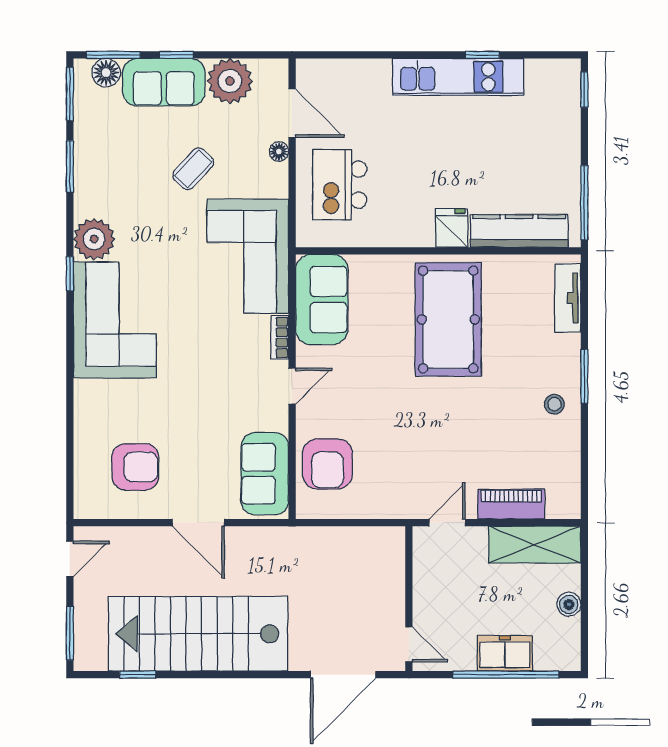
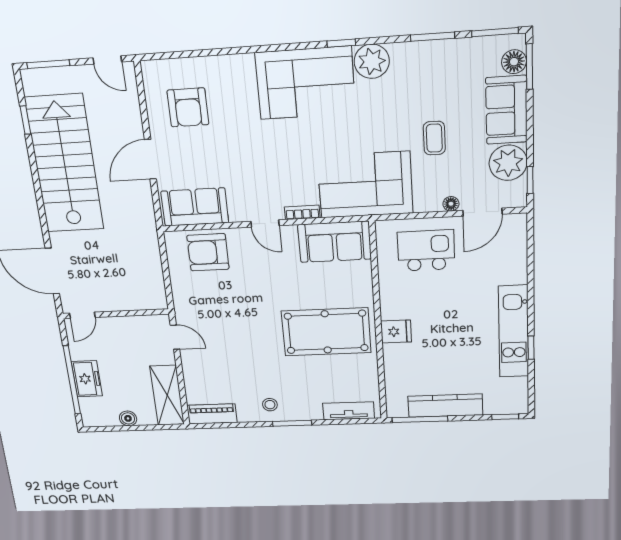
window: (177, 55) -> (530, 180), moved
coffee table: (193, 169) -> (434, 138), turned 47
kitchen counter: (519, 231) -> (445, 406), moved, turned -90
piano: (511, 504) -> (212, 414), moved, turned -90

